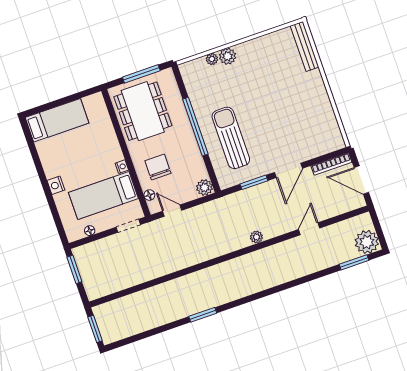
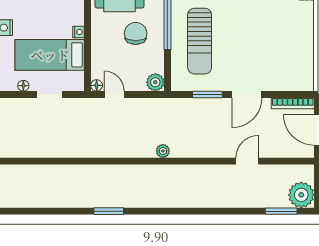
sun lounger: (231, 138) -> (200, 41), turned 180
chair: (158, 167) -> (136, 33), moved
floor lamp: (149, 195) -> (97, 85), moved
doorway: (128, 226) -> (50, 94), moved
plant: (256, 237) -> (163, 151), moved

